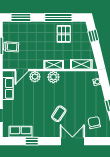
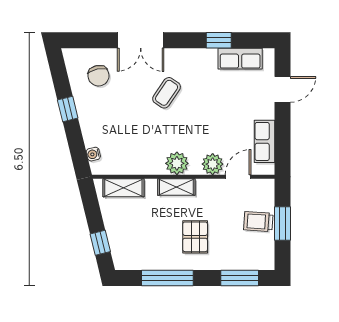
pallet: (64, 34) -> (195, 237), moved

